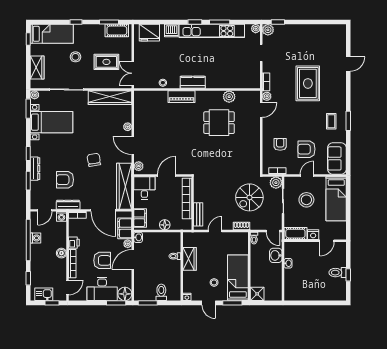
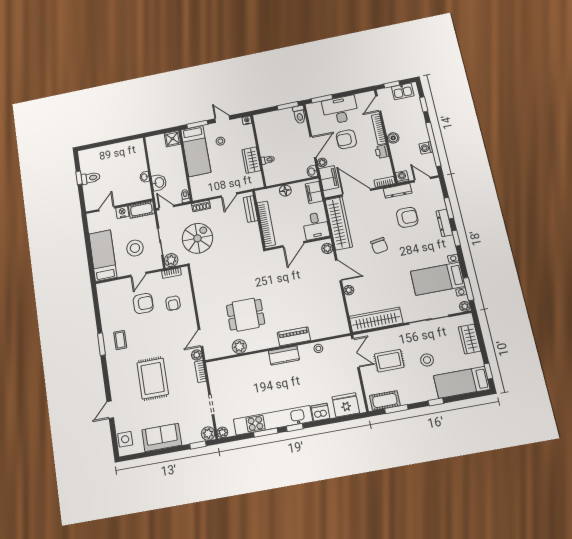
side table: (339, 37) -> (125, 439), added
sofa: (337, 158) -> (162, 437), moved, turned -90
door: (45, 210) -> (422, 180), hinge flipped
toilet: (161, 292) -> (299, 115), moved
floor lamp: (125, 294) -> (314, 110), removed

